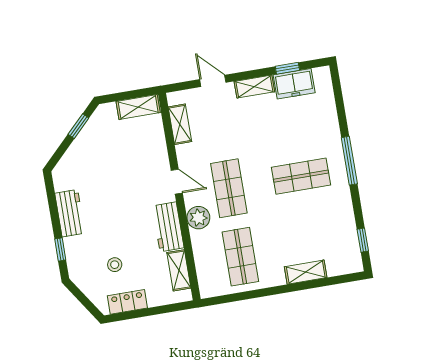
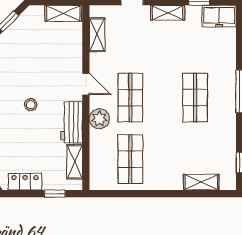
freezer: (294, 84) -> (219, 16), moved
shop shelf: (301, 176) -> (195, 98), turned 90
stool: (115, 265) -> (31, 105), moved
shelving: (306, 272) -> (201, 182), moved
window: (163, 309) -> (55, 194), added

